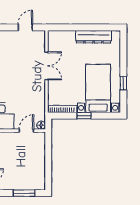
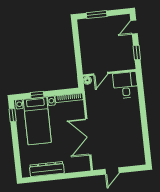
double door: (46, 66) -> (88, 137), width x1.37
window: (123, 83) -> (13, 115), moved
window: (84, 116) -> (37, 95), moved

